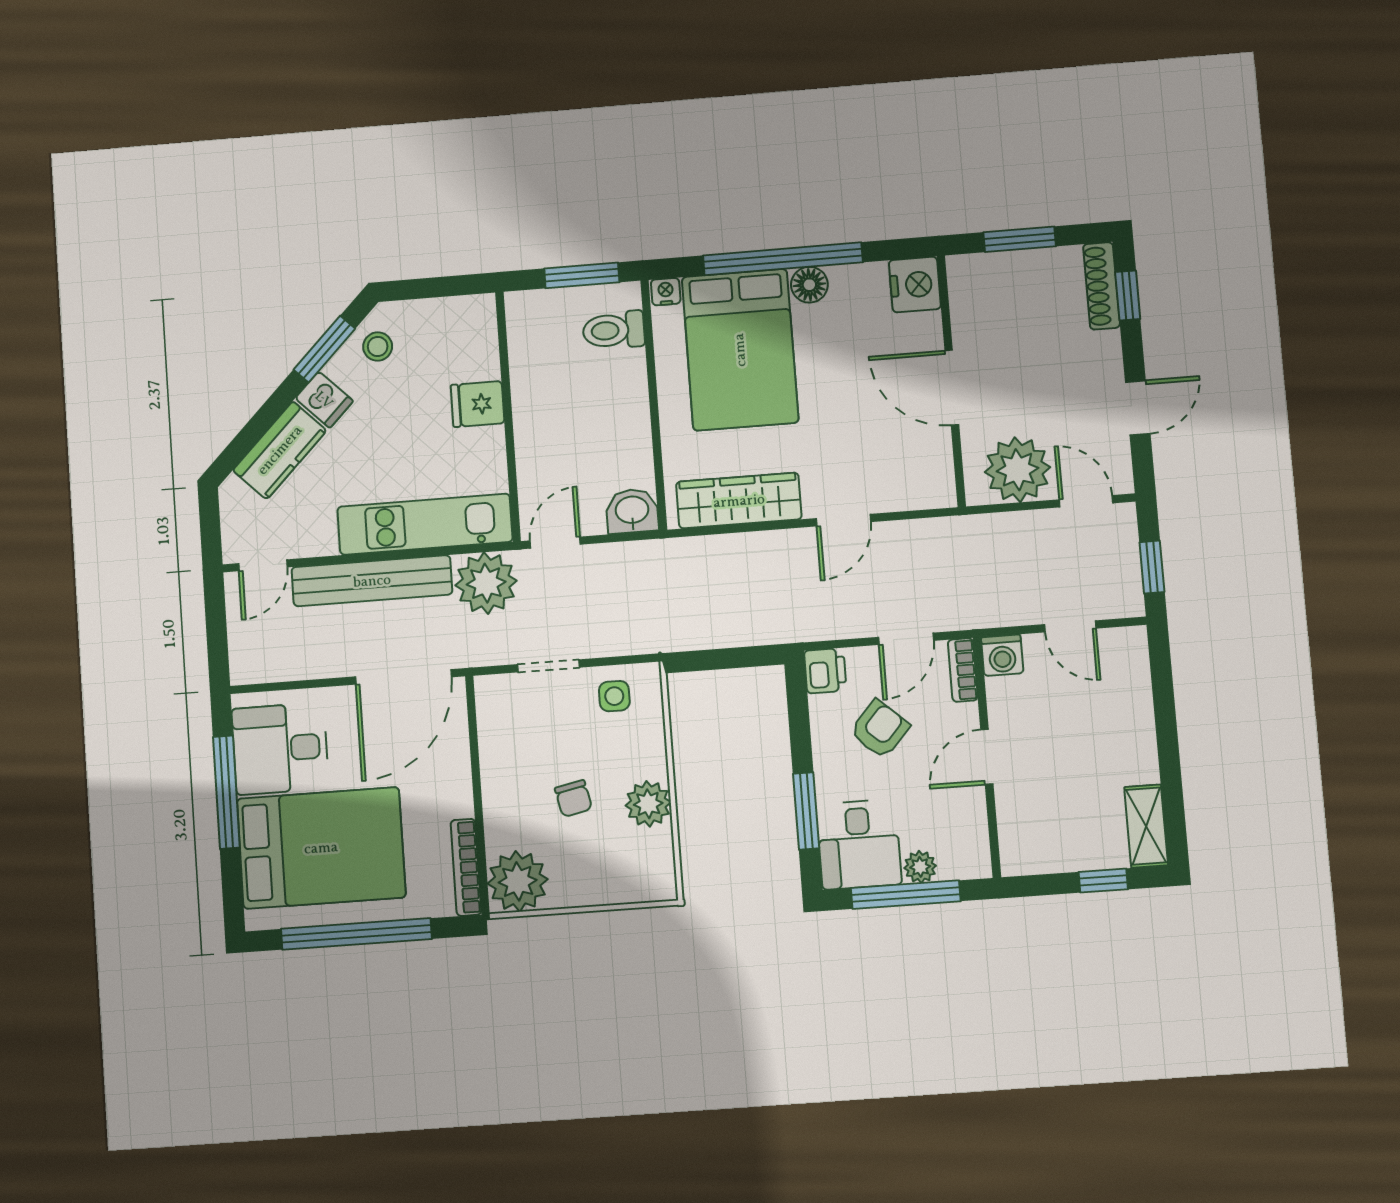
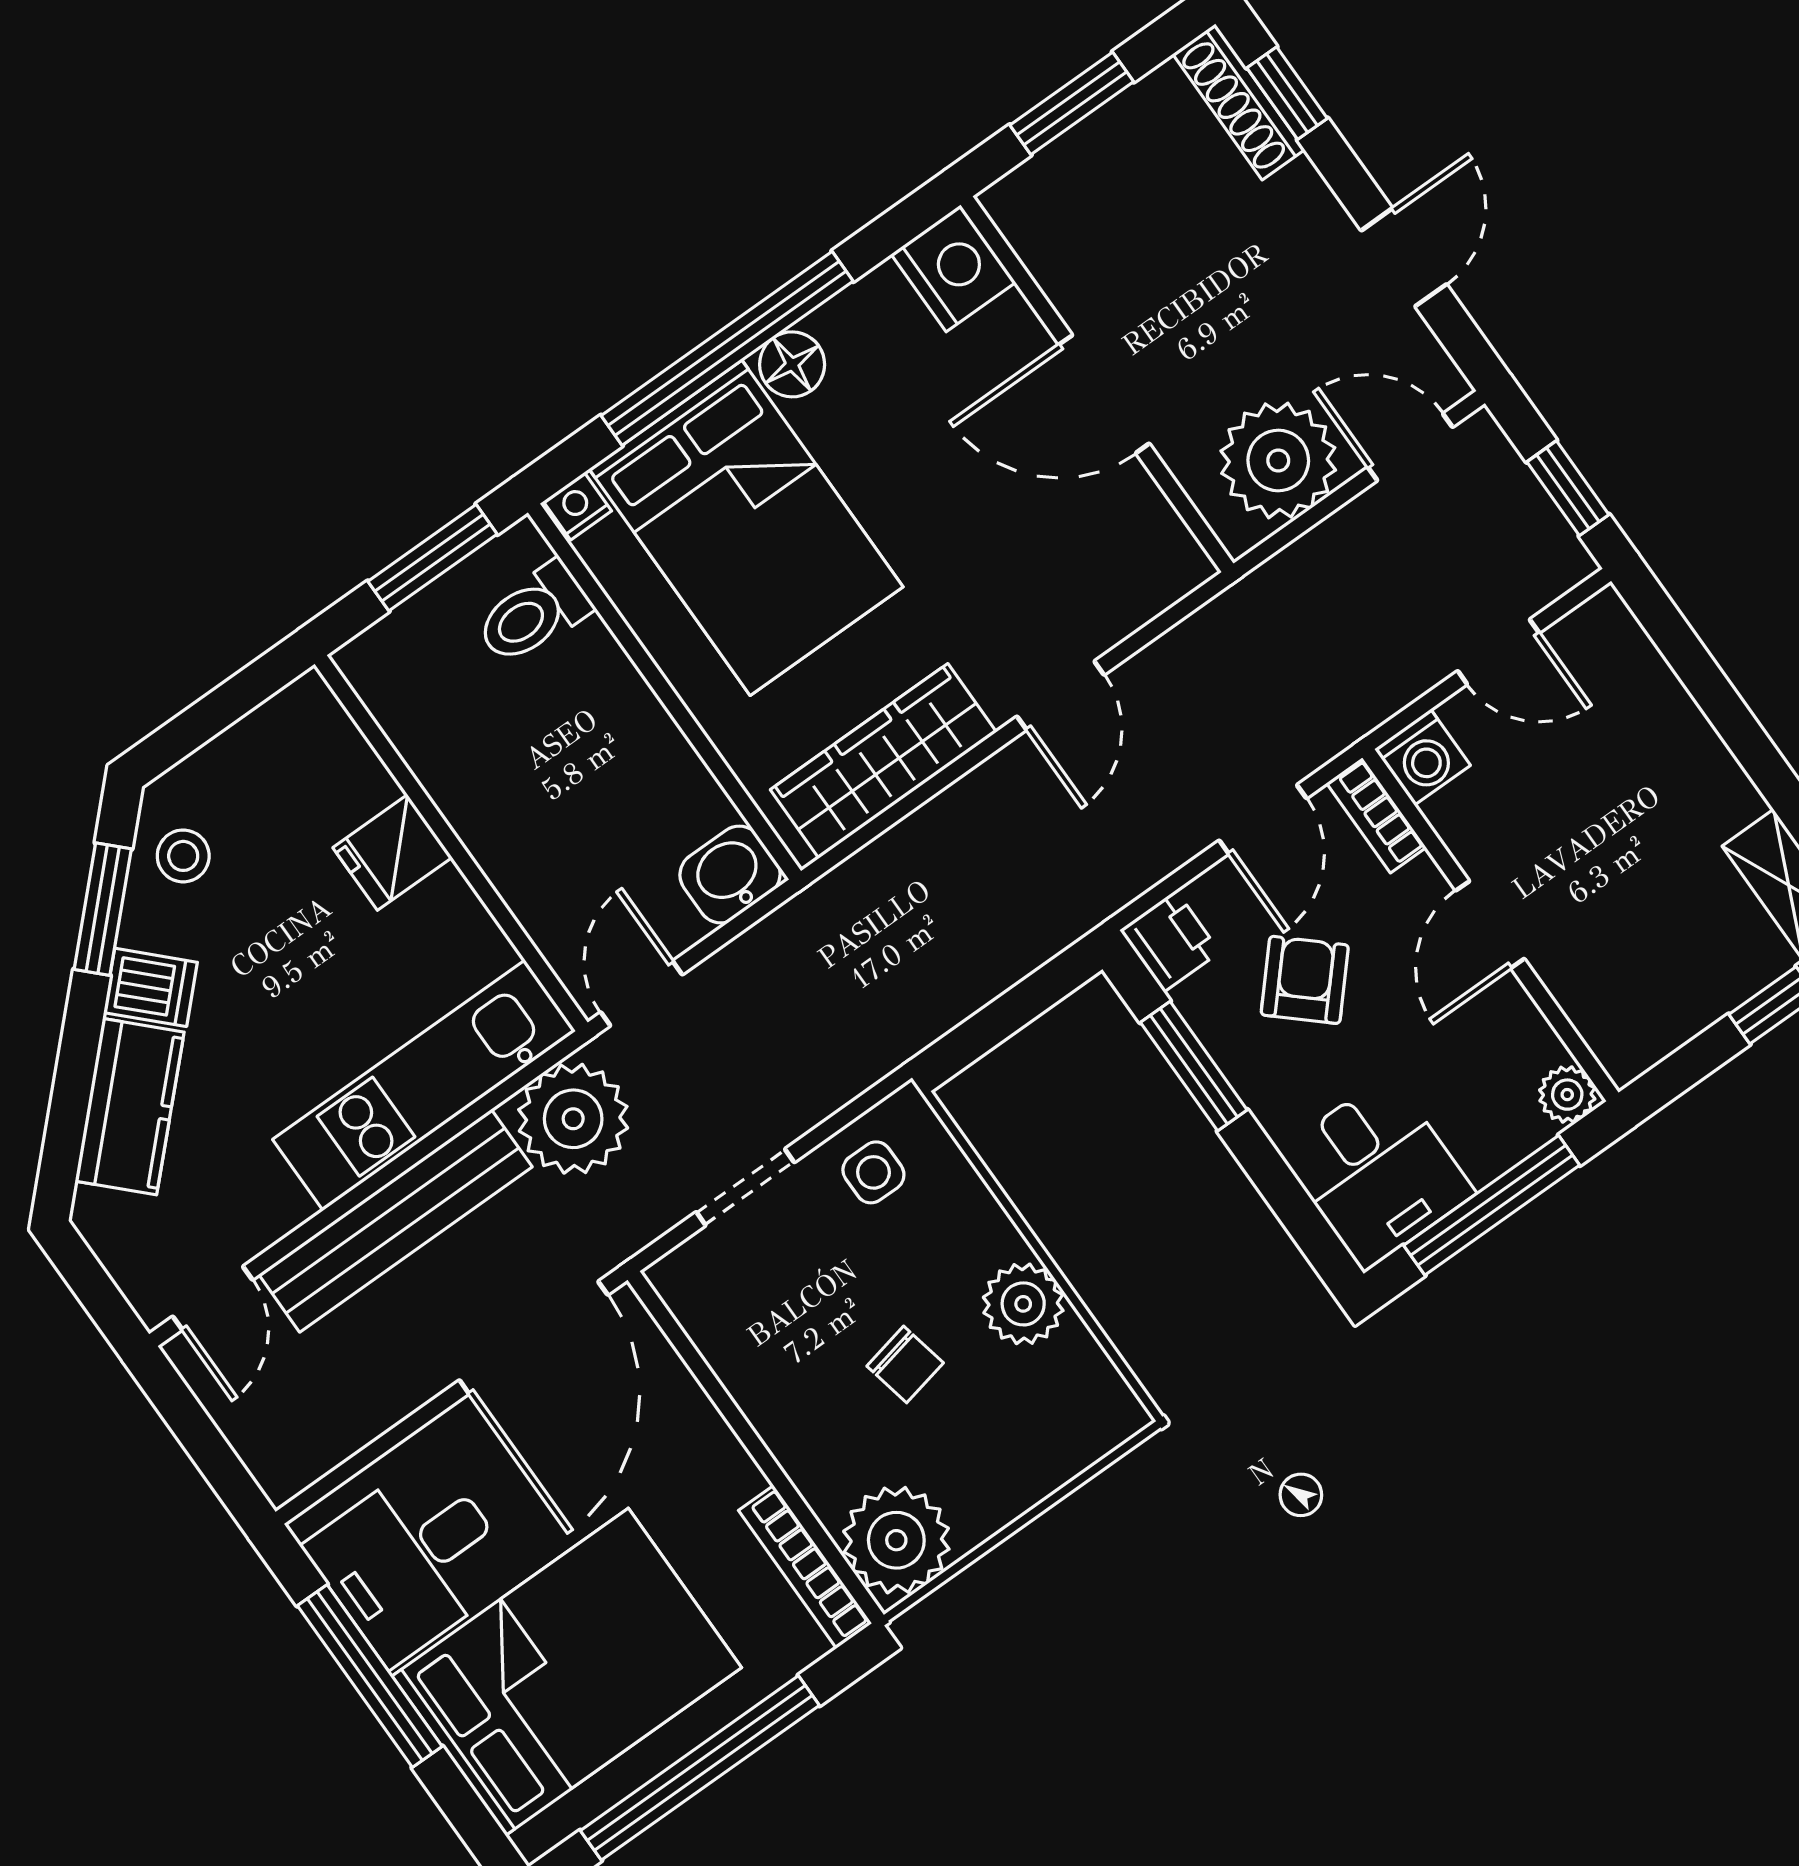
window: (806, 811) -> (1194, 1066), moved
plant: (920, 867) -> (1567, 1095), moved

